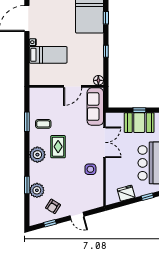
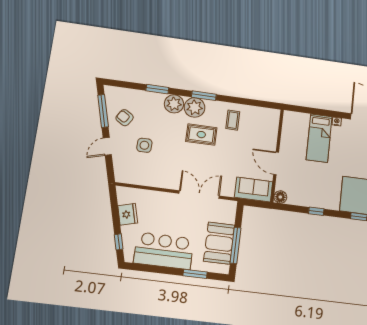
sofa: (95, 107) -> (254, 189), width x0.73
window: (139, 110) -> (235, 245), width x2.17
window: (27, 122) -> (204, 96), moved
double door: (105, 142) -> (199, 195), swing flipped
side table: (90, 169) -> (144, 145), moved
plant: (37, 190) -> (174, 104), moved
window: (50, 223) -> (103, 111), width x2.17

